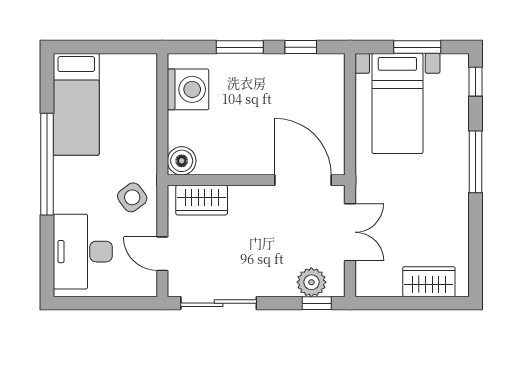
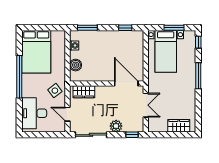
window: (240, 47) -> (87, 28), moved
washing machine: (188, 89) -> (74, 45), width x0.53, depth x0.53
bed: (76, 104) -> (36, 52), width x1.50
boiler: (182, 161) -> (76, 65), moved
plant: (311, 282) -> (116, 126), moved

